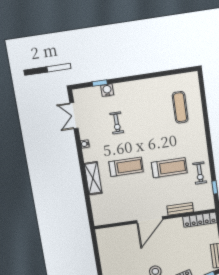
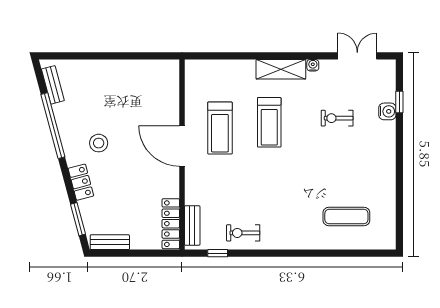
treadmill: (169, 168) -> (220, 128), moved
shelving: (93, 178) -> (281, 69), moved
bench: (180, 209) -> (192, 225), moved

